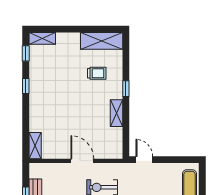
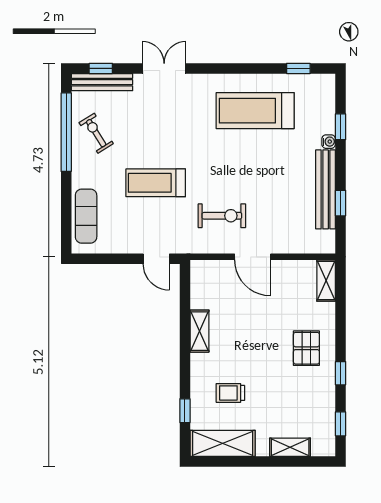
shelving: (42, 38) -> (290, 447), moved
window: (126, 89) -> (185, 411), moved
pallet: (48, 102) -> (306, 348), added

